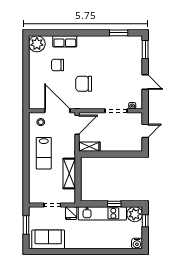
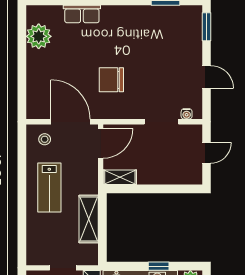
plant: (37, 44) -> (39, 36), moved
chair: (58, 65) -> (71, 51), removed

